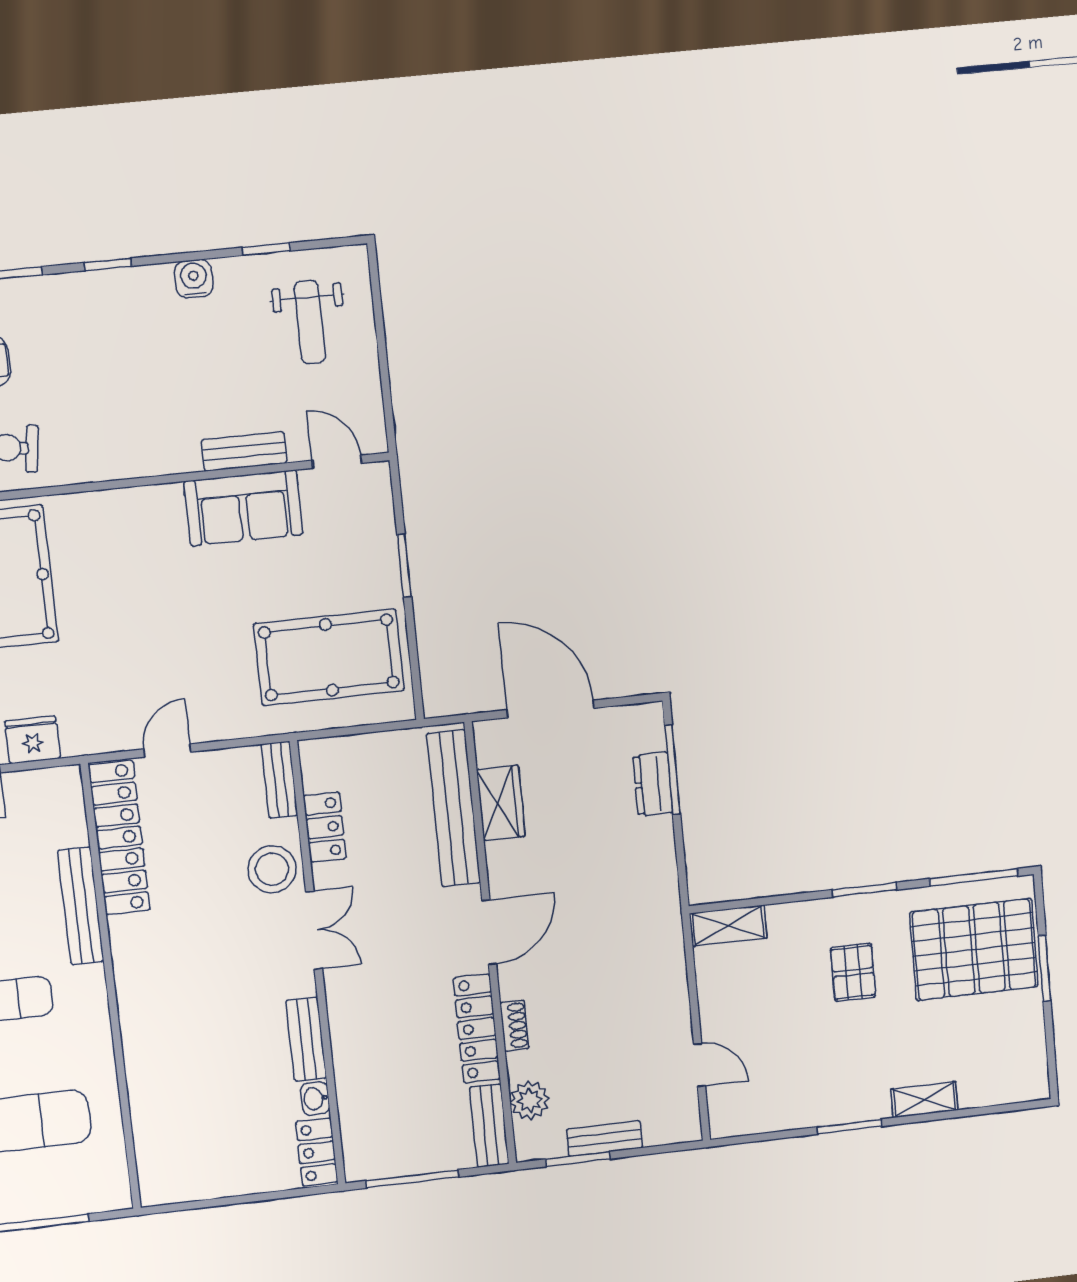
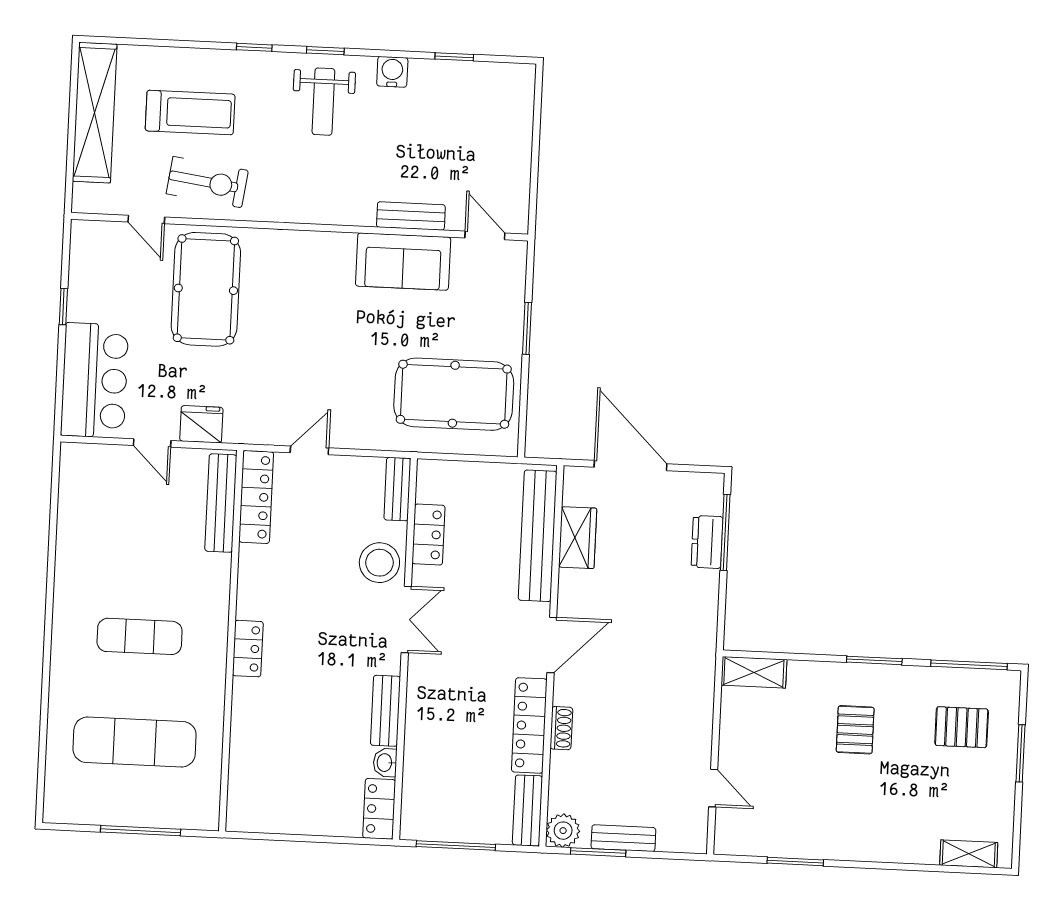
weight bench: (310, 322) -> (323, 102), moved
locker: (119, 838) -> (256, 497), width x0.71, depth x0.83
bench: (81, 906) -> (221, 503), moved
pallet: (974, 950) -> (962, 727), width x0.49, depth x0.50
locker: (132, 994) -> (248, 649), added
plant: (530, 1100) -> (563, 831), moved
shelving: (924, 1100) -> (969, 854), moved
window: (849, 1127) -> (795, 861), moved

